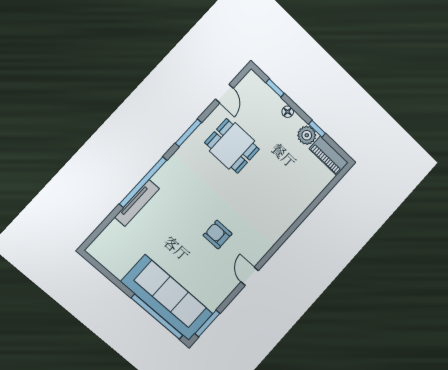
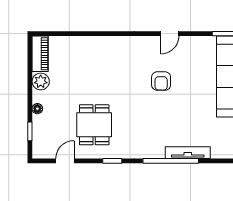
window: (317, 129) -> (30, 78), removed
window: (188, 133) -> (112, 161), width x0.67

